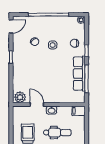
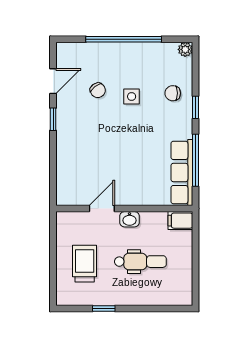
door: (11, 26) -> (53, 81), moved
row of seats: (79, 74) -> (182, 172), moved
plant: (20, 97) -> (70, 195), removed
door: (37, 104) -> (102, 209), hinge flipped

